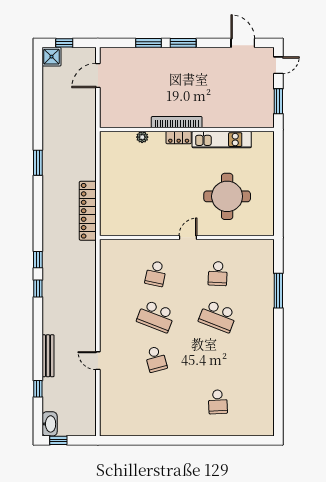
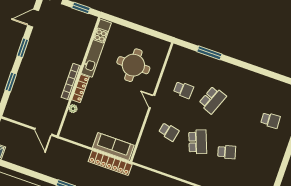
window: (183, 43) -> (23, 48), moved
door: (98, 75) -> (43, 132), moved
locker: (179, 138) -> (80, 88), width x1.53
kitchen unit: (222, 140) -> (96, 48), width x1.36
sofa: (111, 207) -> (113, 147), added
school desk: (156, 316) -> (198, 142), turned -42

